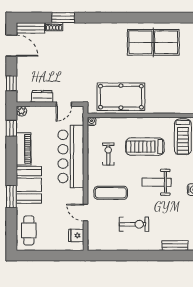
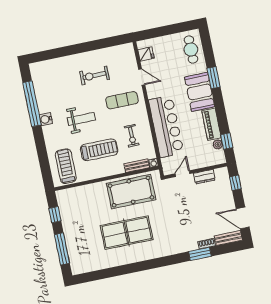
table tennis table: (153, 42) -> (127, 233), moved
plant: (21, 111) -> (218, 144), moved
bench: (175, 246) -> (137, 166), moved

